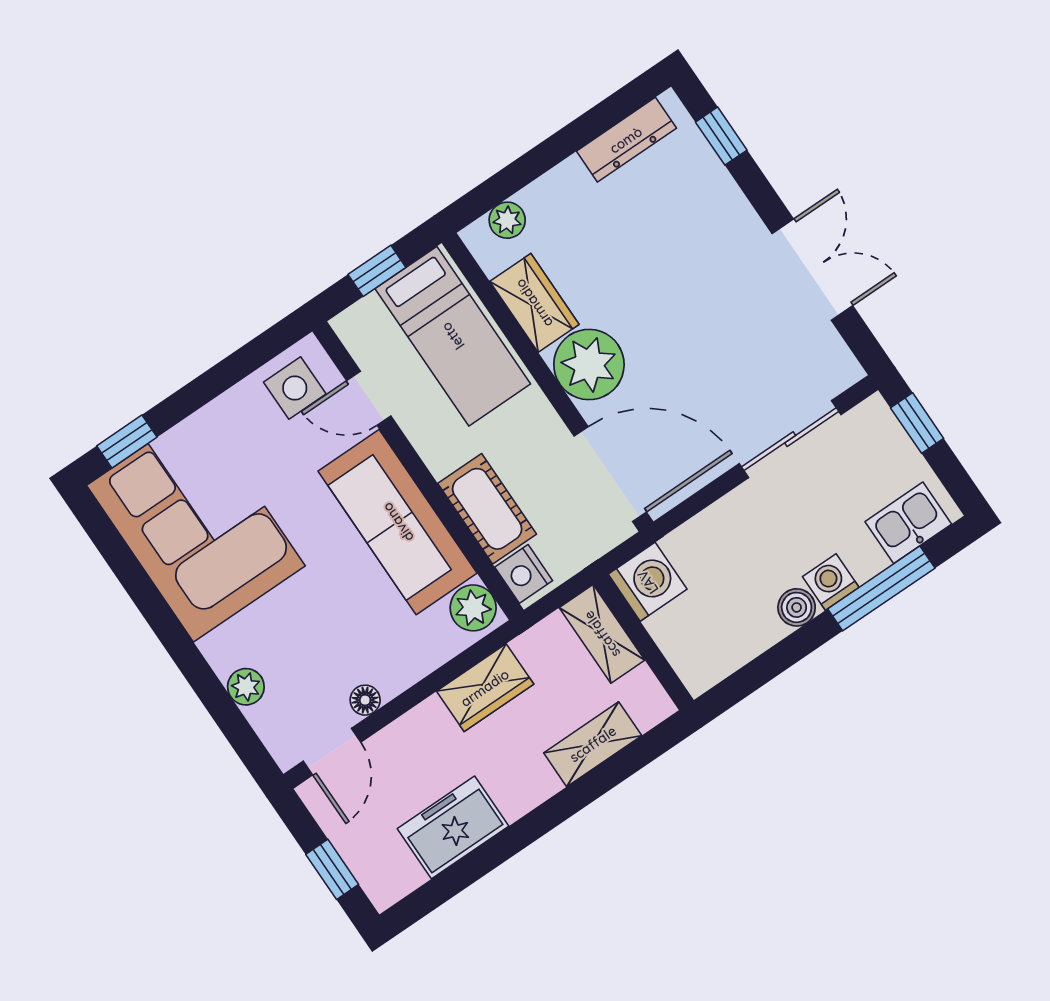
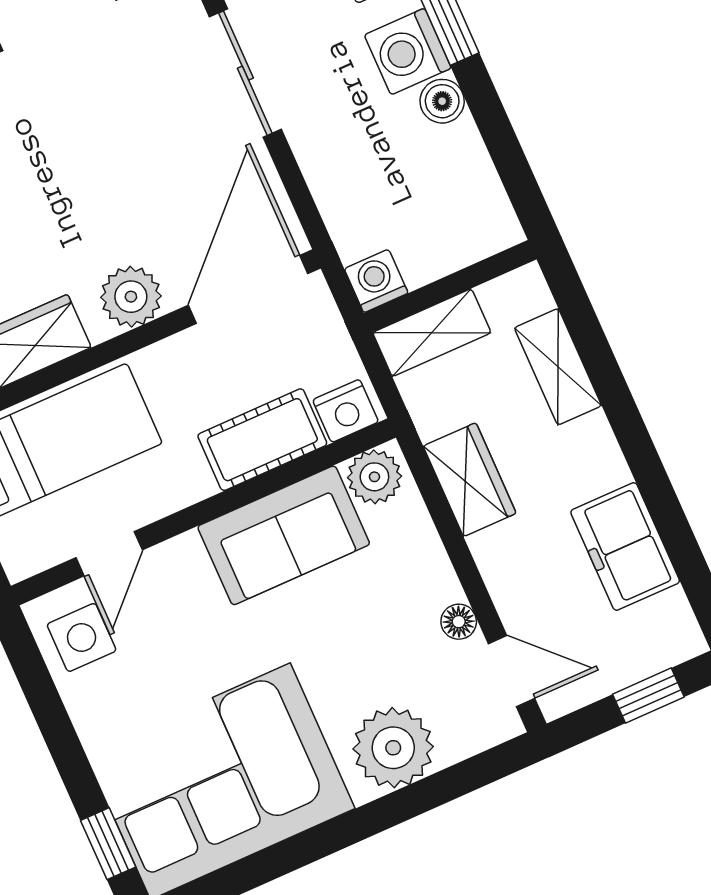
plant: (589, 365) -> (131, 297), width x0.73, depth x0.73
sofa: (398, 522) -> (284, 535), width x0.73
washing machine: (648, 582) -> (376, 281), width x0.73, depth x0.73
washing machine: (831, 582) -> (408, 52), width x1.38, depth x1.38
plant: (246, 687) -> (393, 748), width x1.87, depth x1.87

